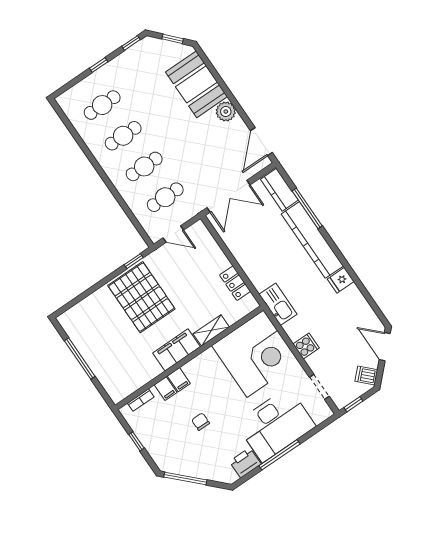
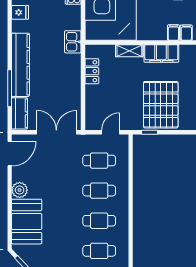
door: (173, 234) -> (111, 132), hinge flipped
fridge: (341, 280) -> (20, 12), moved
kitchen sink: (278, 304) -> (73, 42), width x0.73

